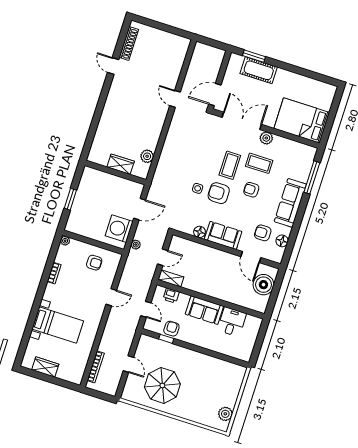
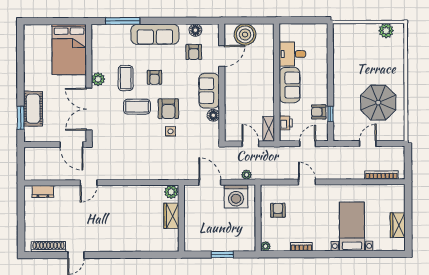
dresser: (181, 55) -> (43, 191), added
plant: (147, 156) -> (171, 192), moved

